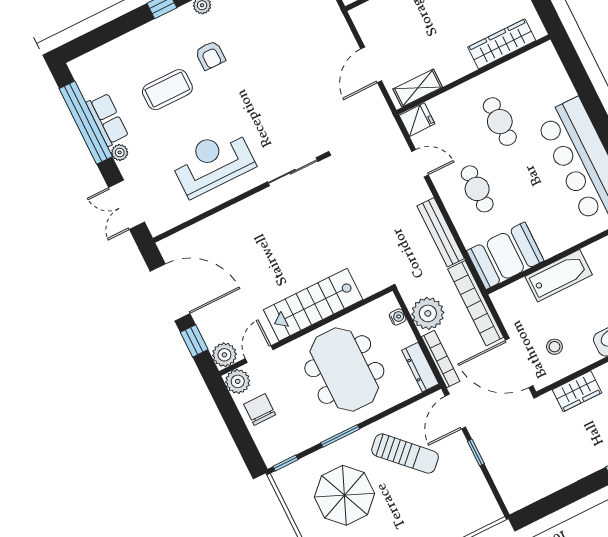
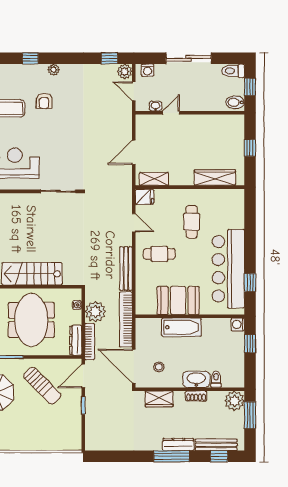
cafe table: (477, 189) -> (159, 254), turned 90
booth: (505, 256) -> (178, 301), moved

